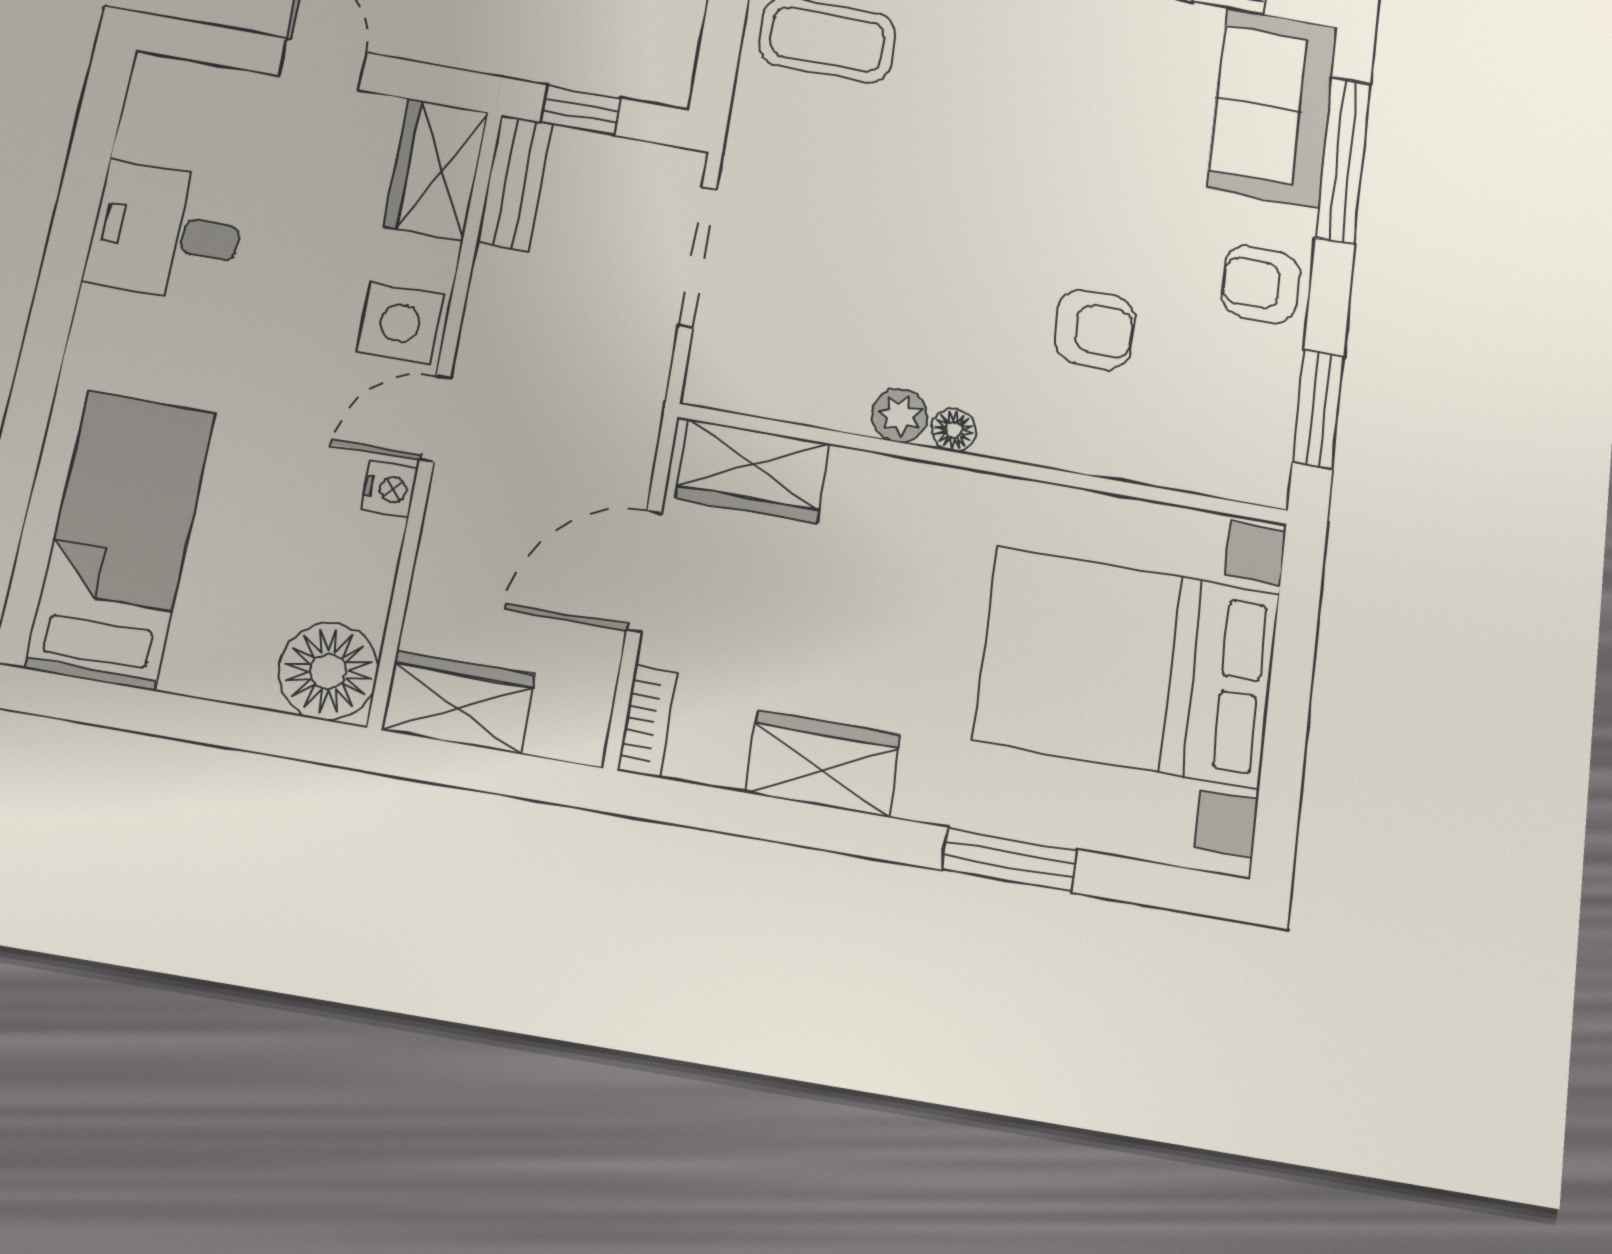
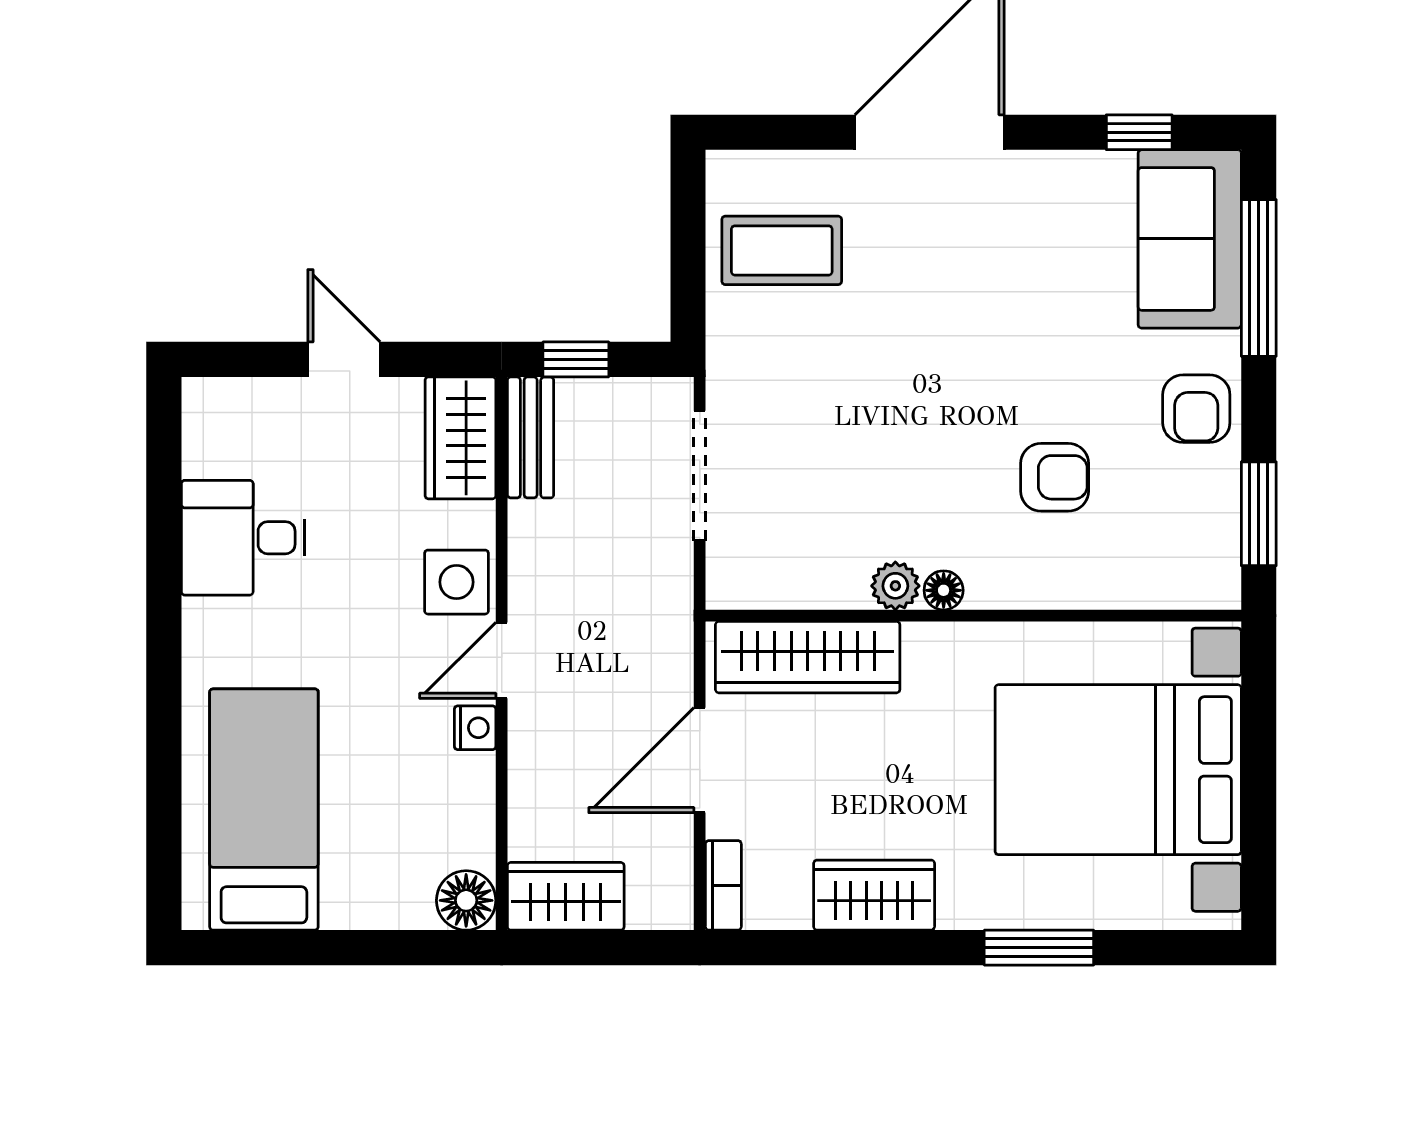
armchair: (1261, 284) -> (1196, 409), turned -90
wardrobe: (753, 471) -> (808, 657), width x1.50
floor lamp: (328, 671) -> (466, 900), width x0.73, depth x0.73

